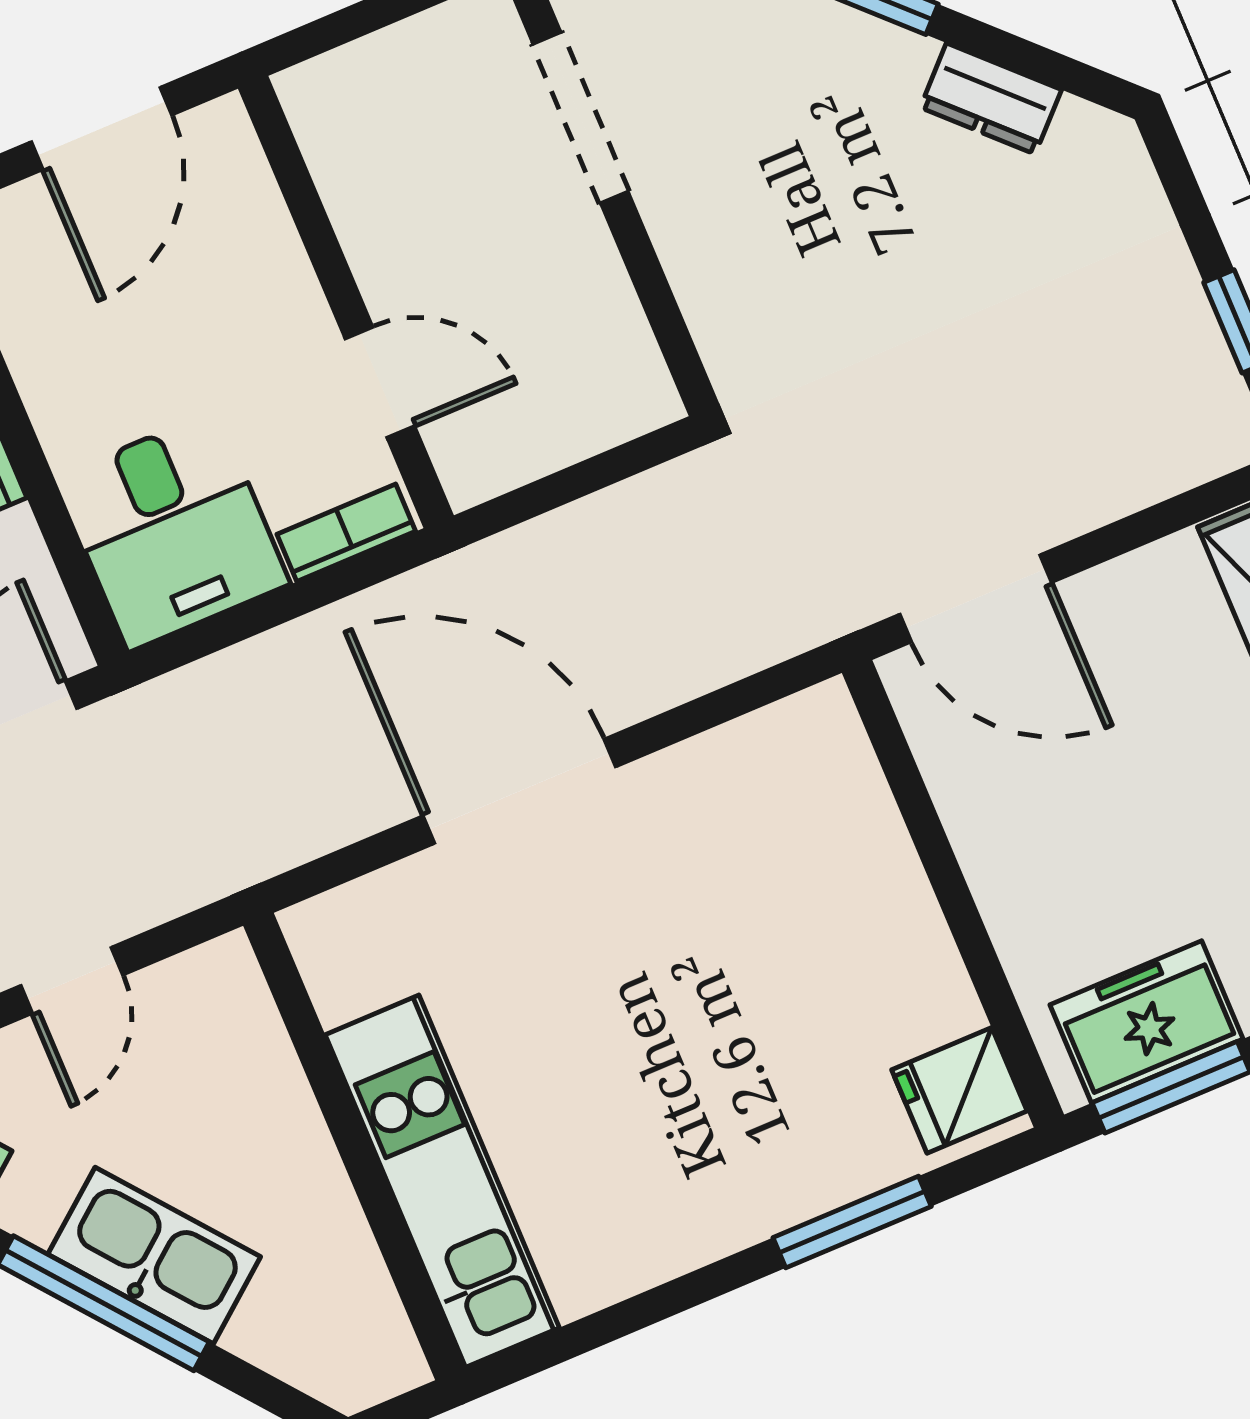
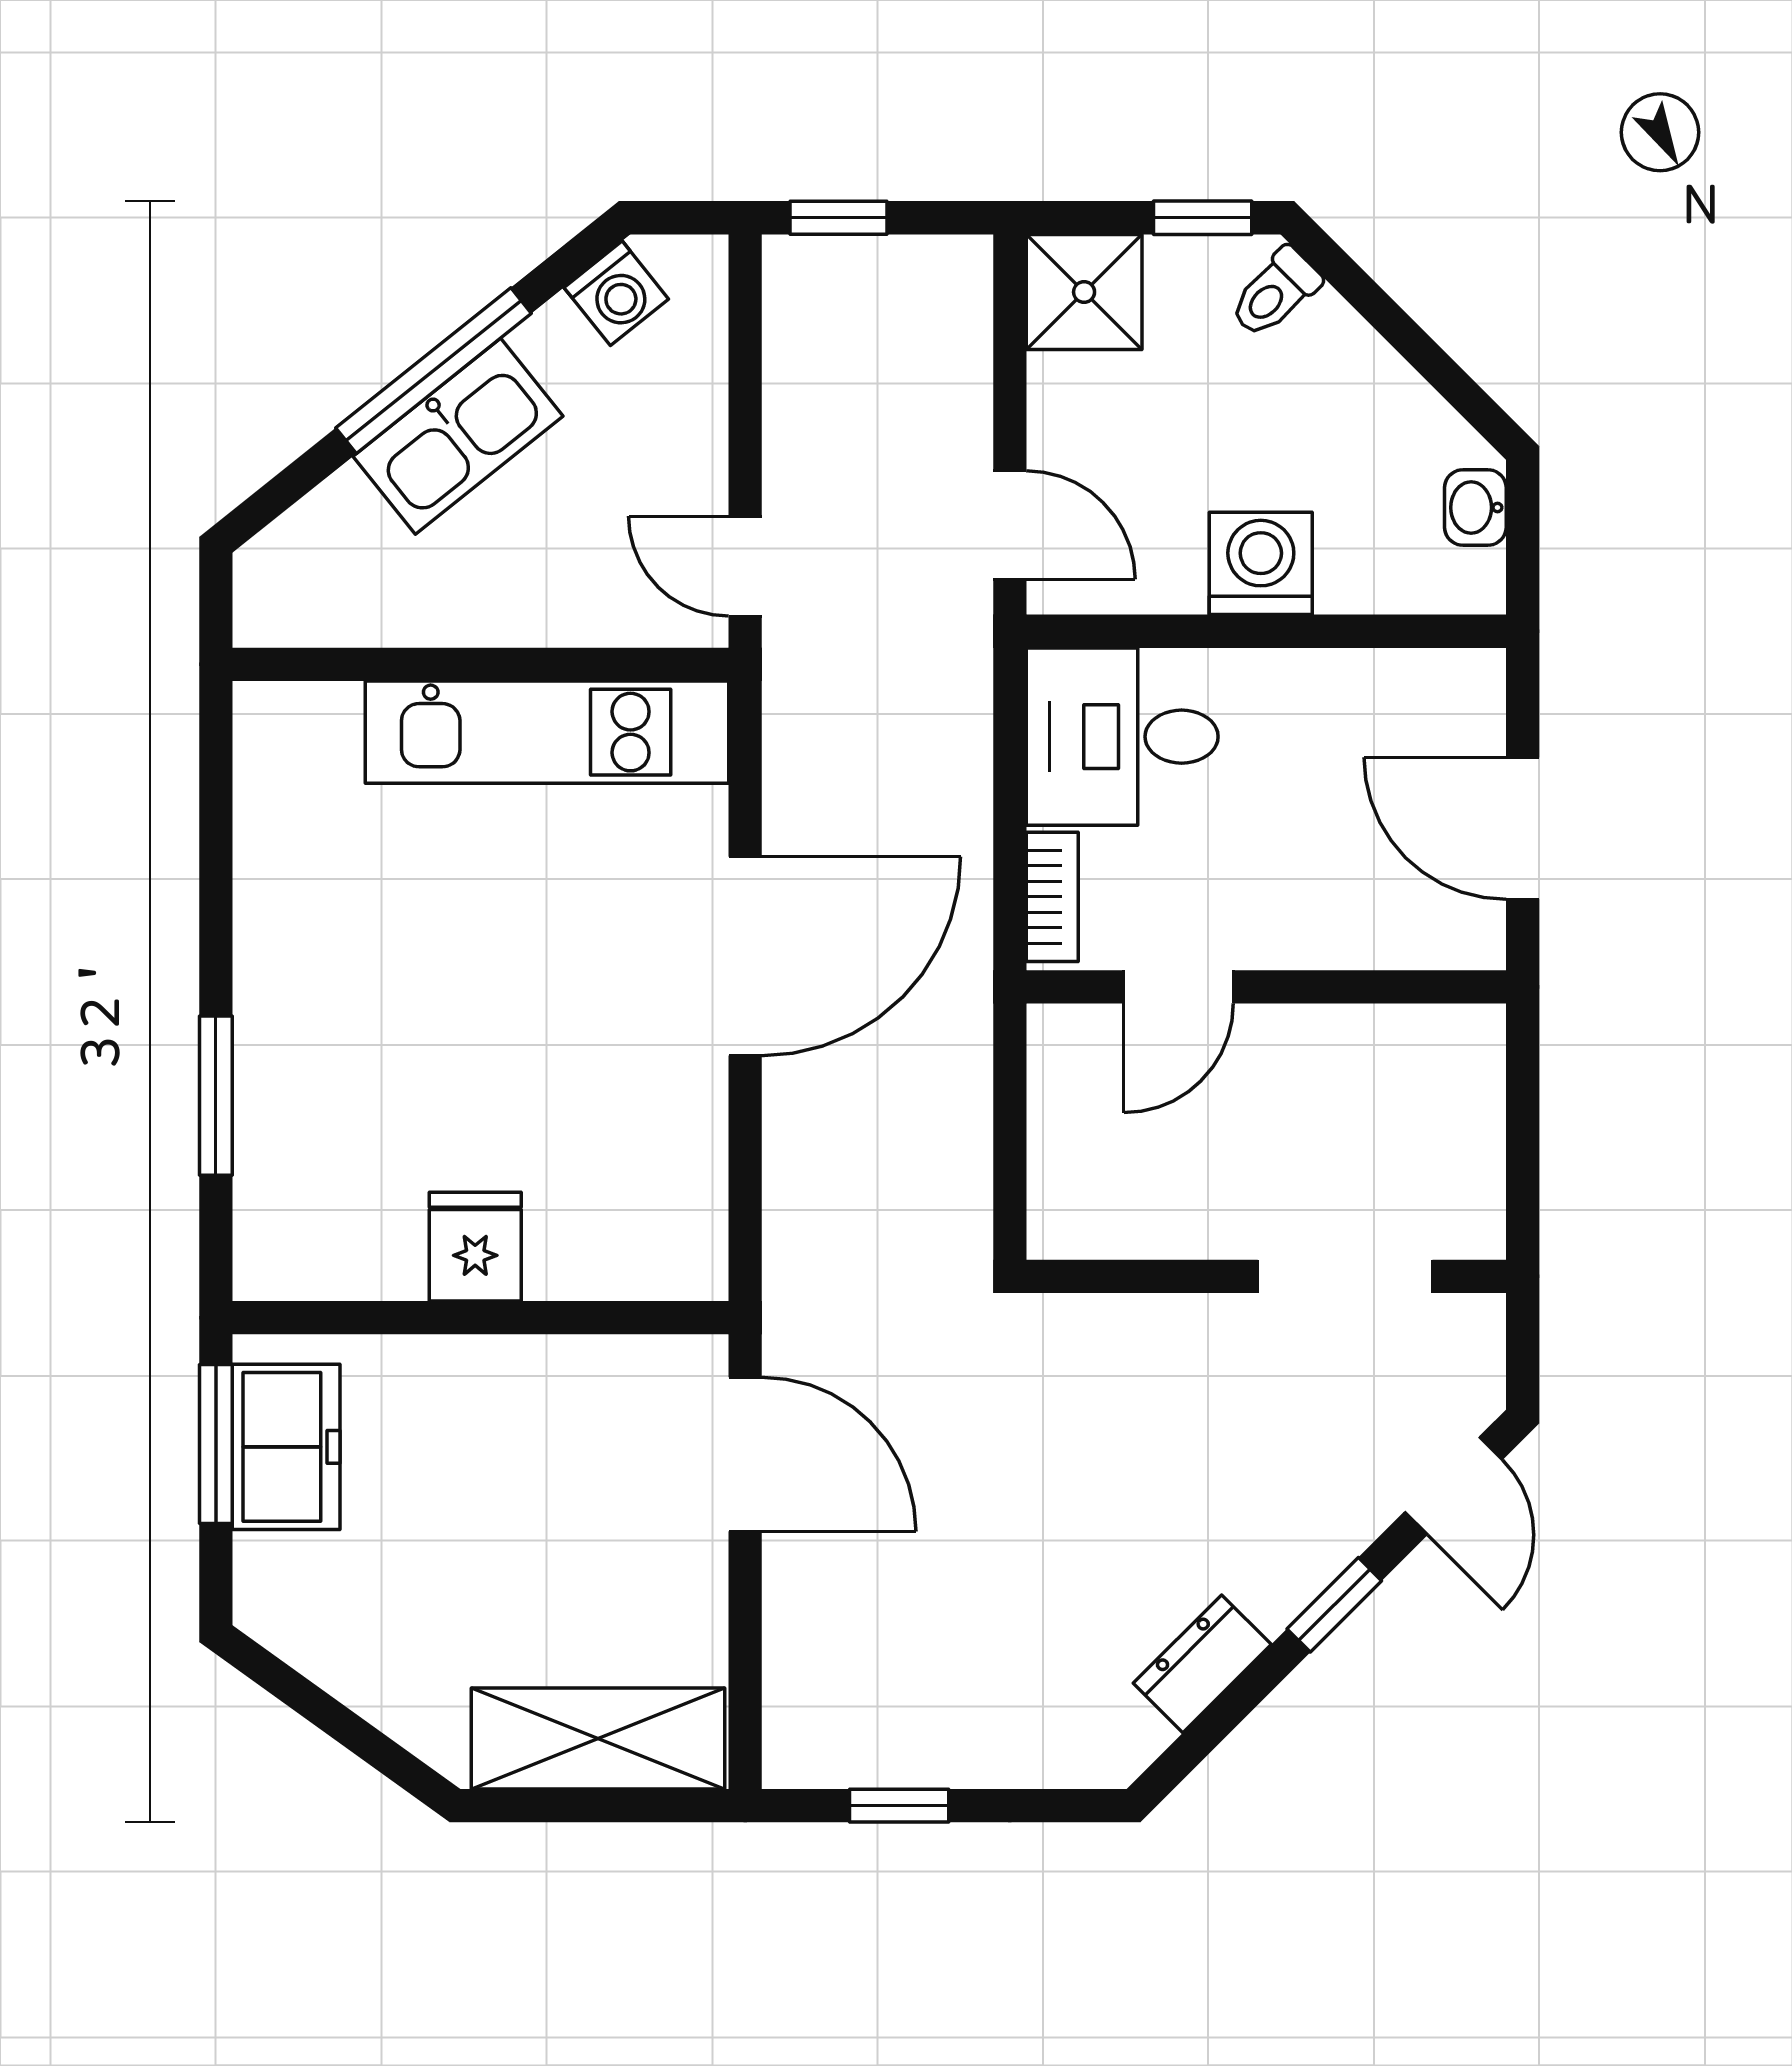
door: (976, 598) -> (745, 1454), swing flipped
door: (72, 980) -> (745, 566), moved
fridge: (959, 1090) -> (475, 1247), moved
kitchen unit: (442, 1181) -> (547, 732), moved

